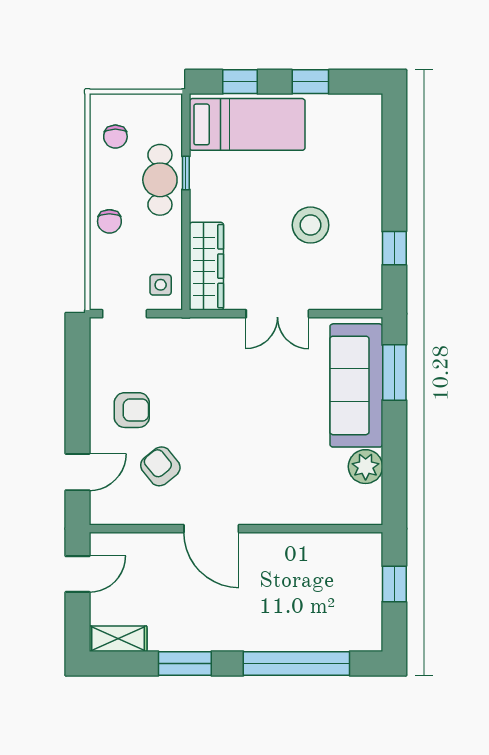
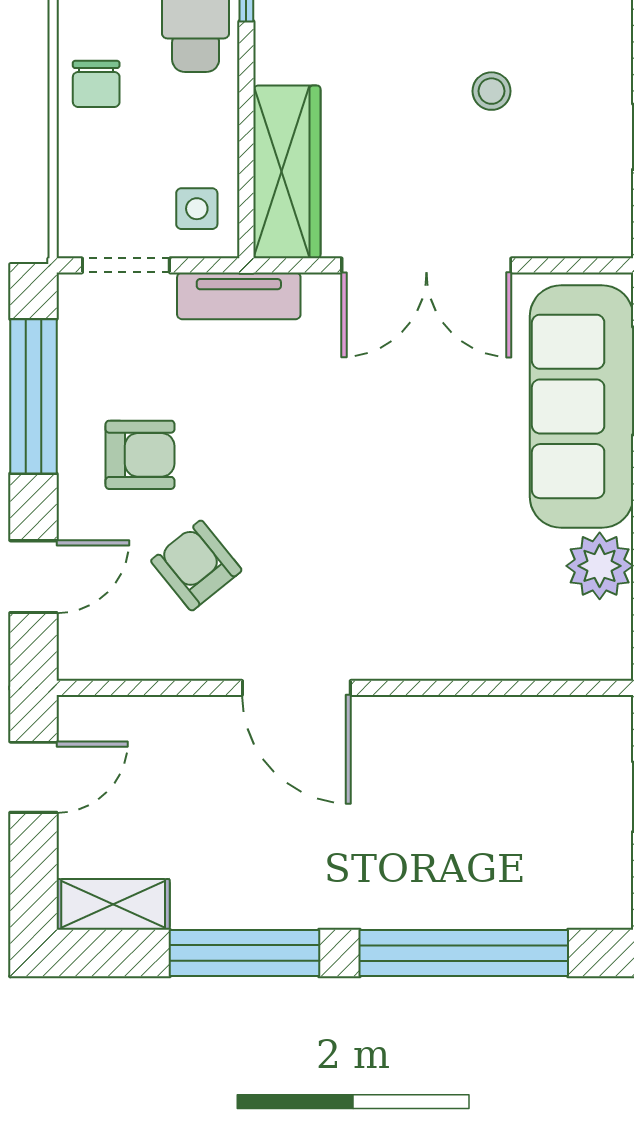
stool: (311, 225) -> (492, 91), width x0.53, depth x0.53
double door: (277, 314) -> (426, 265), width x1.37
tv unit: (182, 329) -> (239, 296), added
window: (77, 380) -> (33, 396), added
window: (185, 663) -> (244, 953), width x1.44

